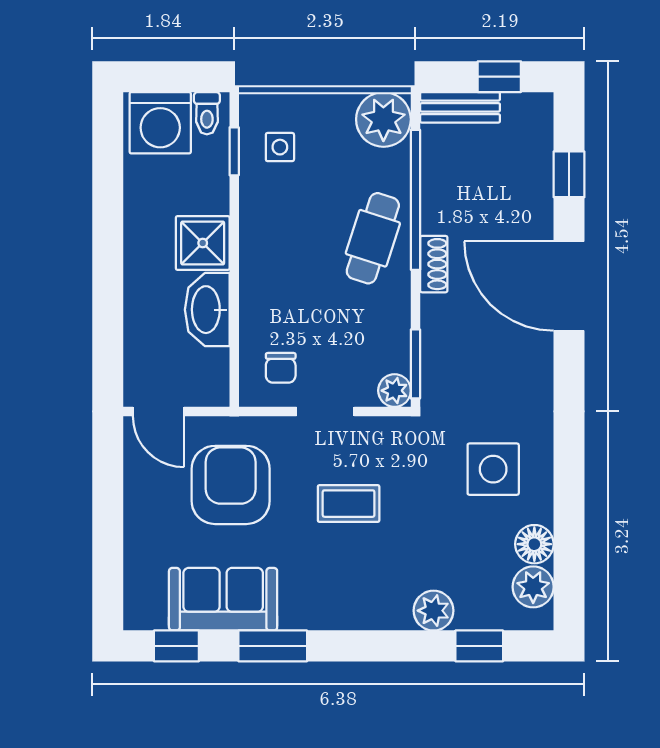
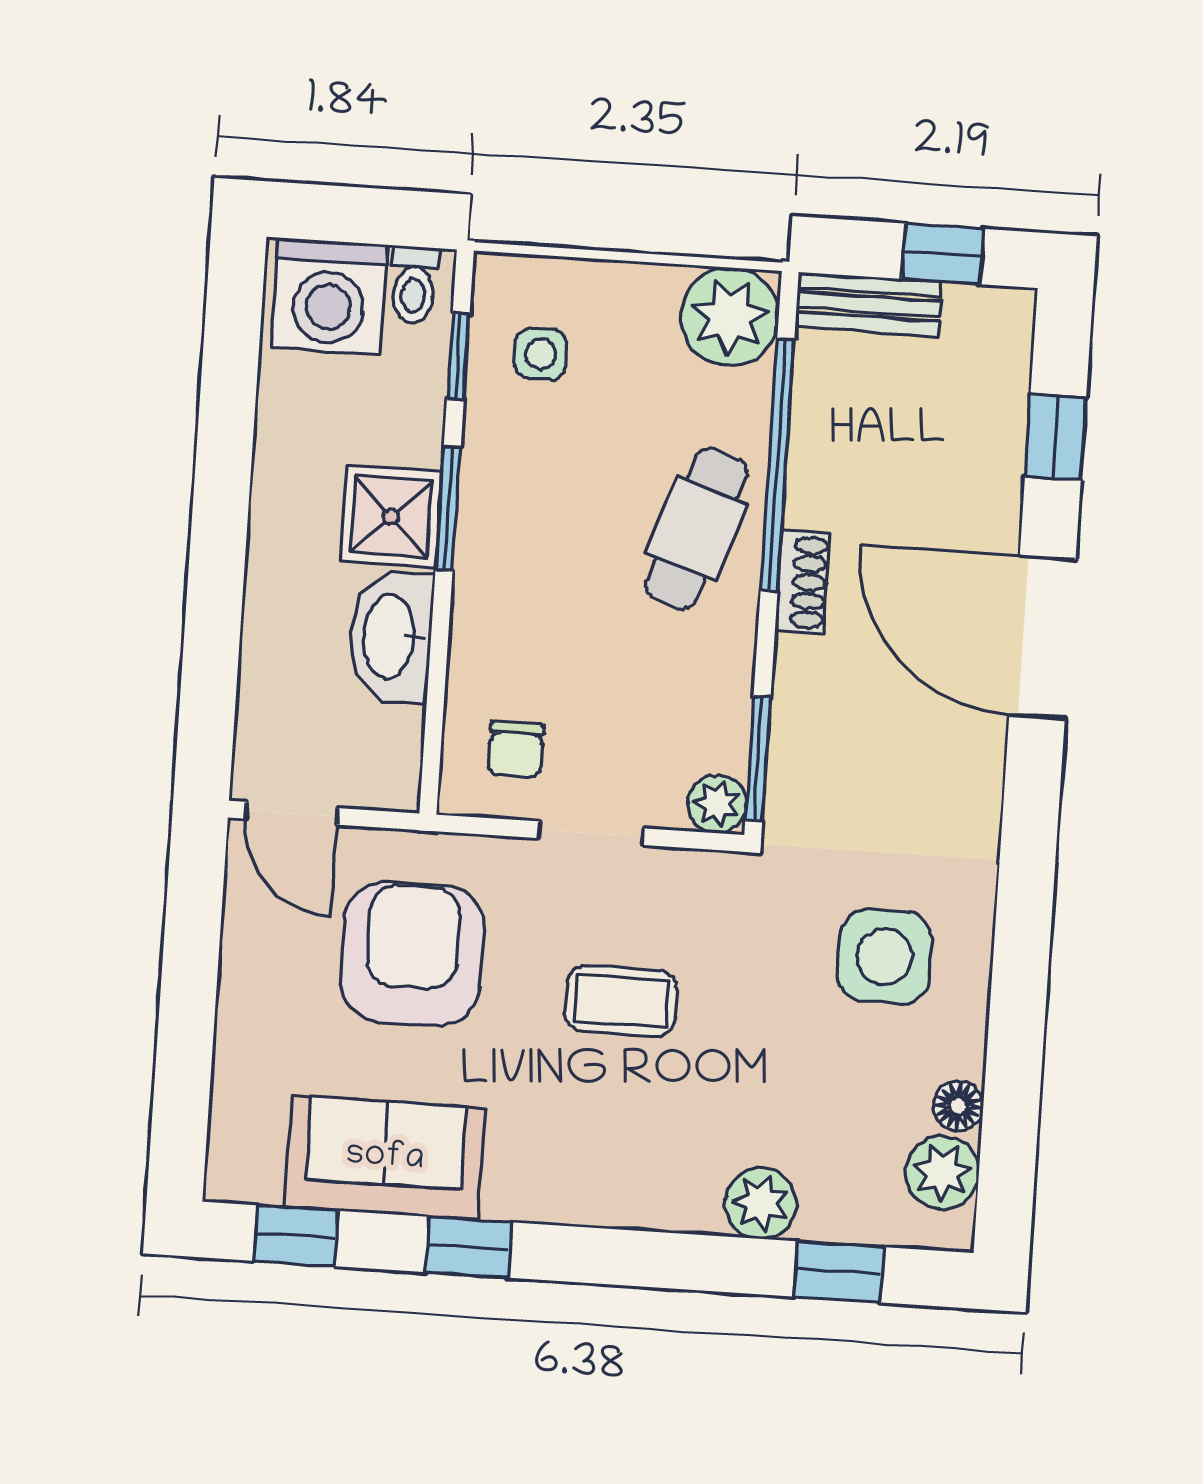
window: (234, 236) -> (448, 509), added
floor lamp: (534, 544) -> (958, 1106), width x0.73, depth x0.73
window: (273, 646) -> (469, 1247), width x0.67

